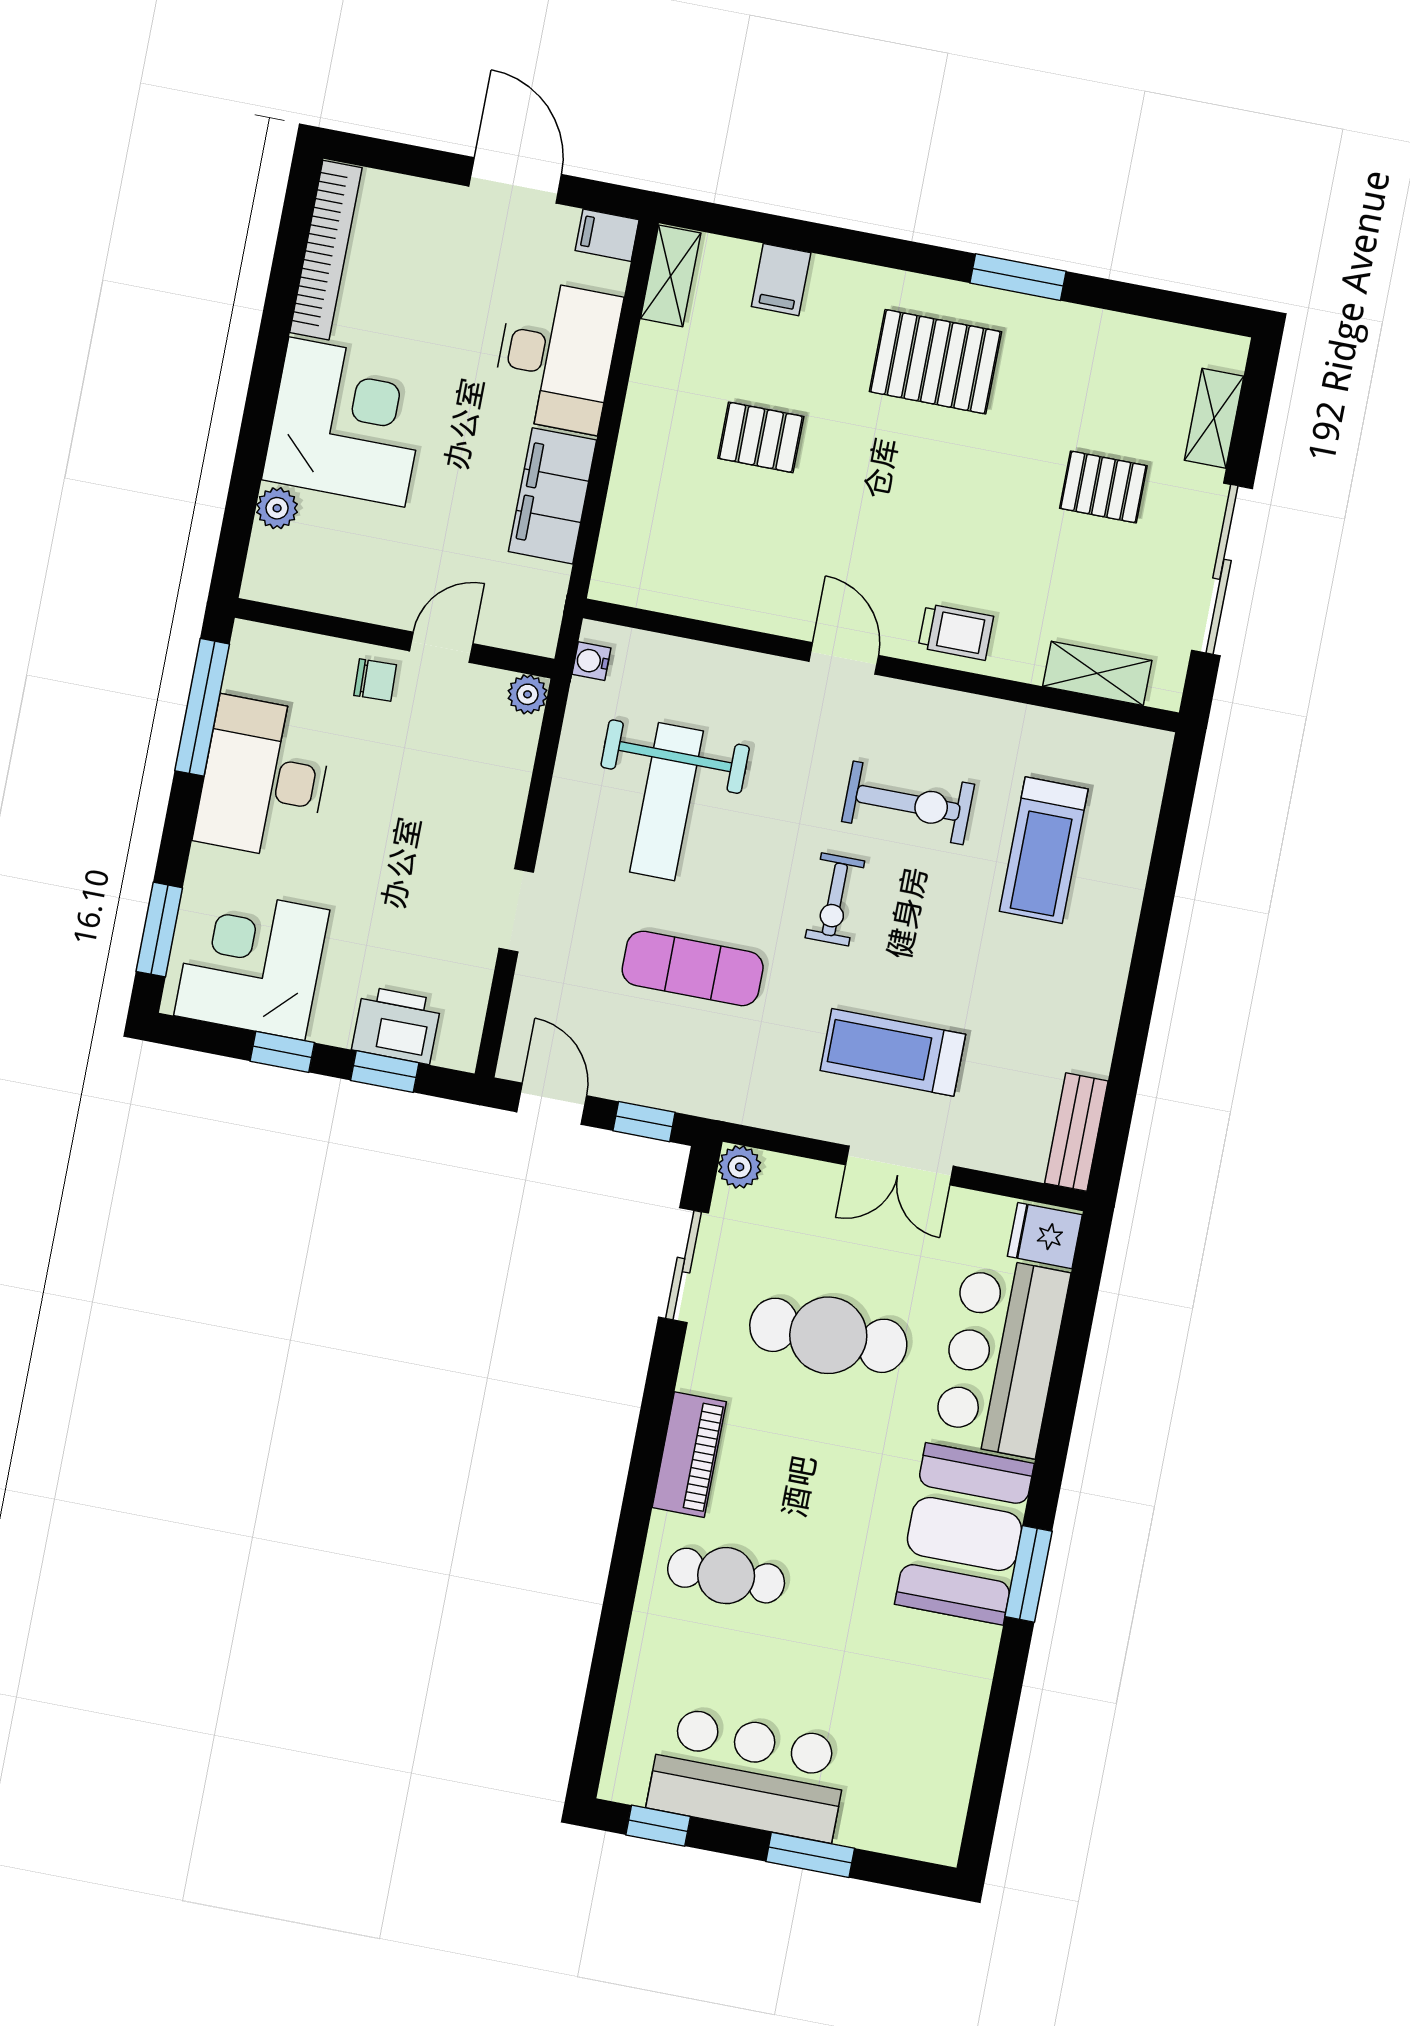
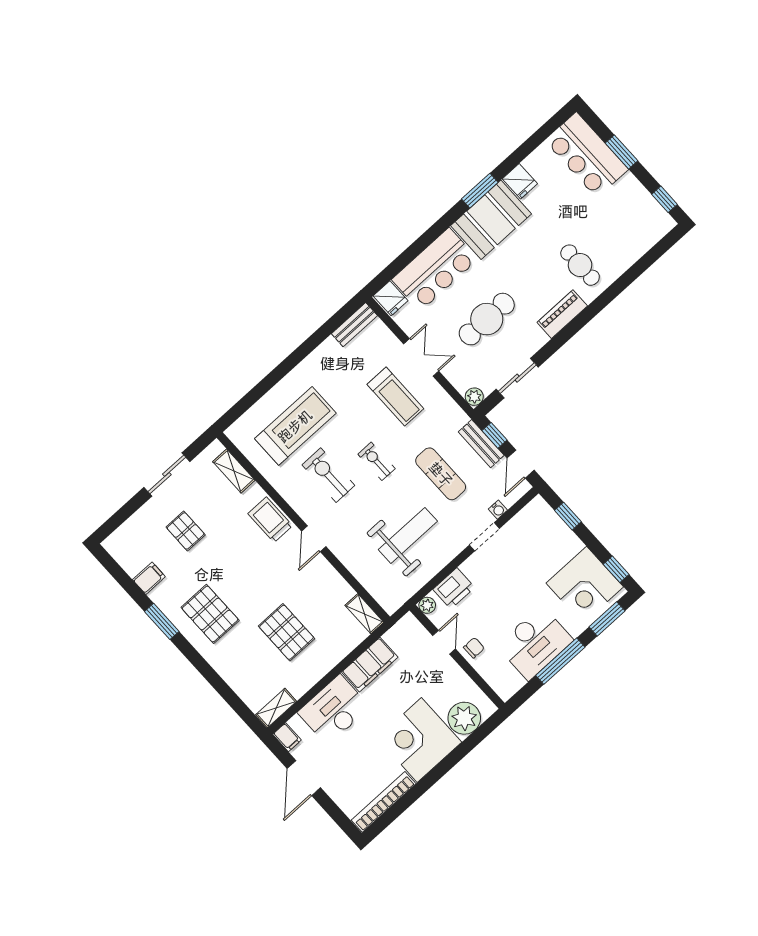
filing cabinet: (781, 280) -> (149, 578), moved
shelving: (1214, 418) -> (364, 614), moved, turned 90
pallet: (761, 437) -> (286, 632), width x1.50, depth x1.42
plant: (277, 508) -> (464, 718), width x1.88, depth x1.88
sliding door: (1222, 569) -> (167, 474), width x0.73
trolley: (956, 632) -> (270, 520), width x1.36, depth x1.39
door: (441, 647) -> (444, 642), swing flipped
water cooler: (591, 661) -> (498, 510), moved
chair: (375, 680) -> (474, 648), turned 92
window: (202, 707) -> (560, 661), moved
treadmill: (1044, 850) -> (295, 426), width x1.37, depth x1.38
exercise bike: (835, 899) -> (377, 461), turned -90
printer: (397, 1025) -> (454, 588), moved, turned -90
window: (282, 1052) -> (616, 569), moved
bench: (658, 1086) -> (481, 444), added
cafe table: (828, 1335) -> (487, 319), turned 90
fridge: (965, 1650) -> (520, 181), added
bar counter: (748, 1774) -> (587, 155), moved

